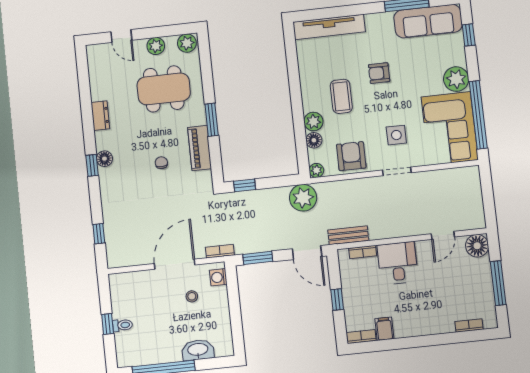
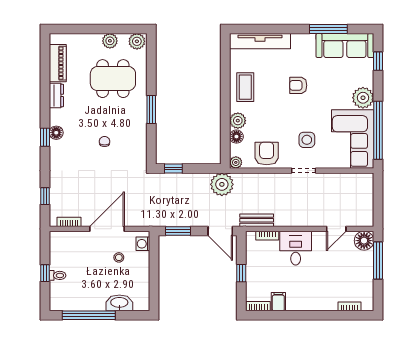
door: (121, 36) -> (81, 29), removed
coffee table: (341, 96) -> (245, 87), moved
piano: (200, 148) -> (58, 63), moved, turned 180
bookcase: (220, 251) -> (69, 222), moved
window: (498, 283) -> (378, 261), moved

